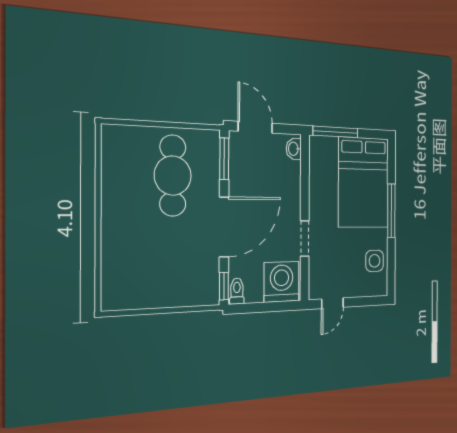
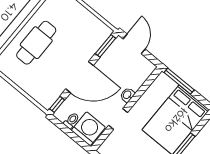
washbasin: (294, 149) -> (127, 95), moved
cafe table: (173, 176) -> (36, 43), moved
toilet: (237, 291) -> (71, 121), moved

